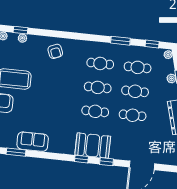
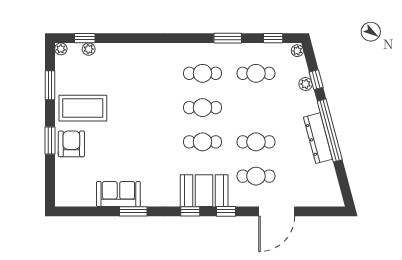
armchair: (55, 51) -> (137, 63), removed
cafe table: (135, 91) -> (256, 176), moved
window: (16, 152) -> (133, 211), moved

